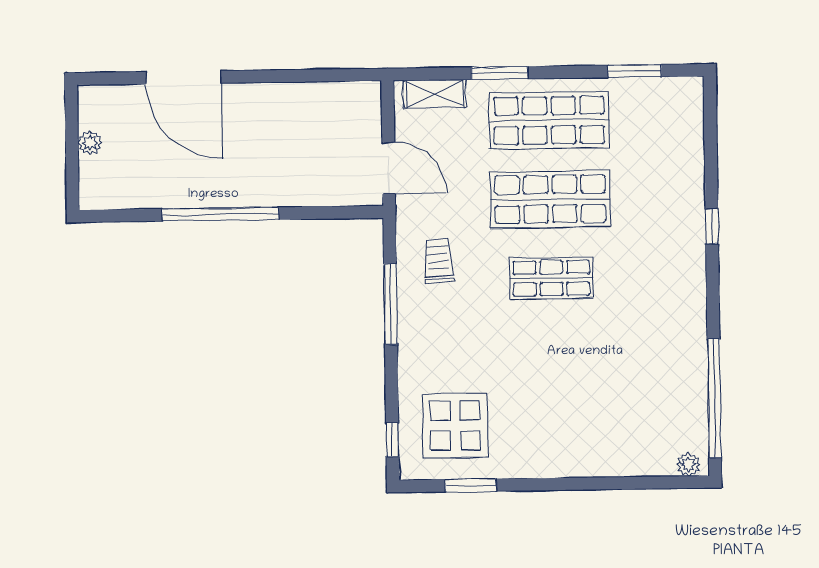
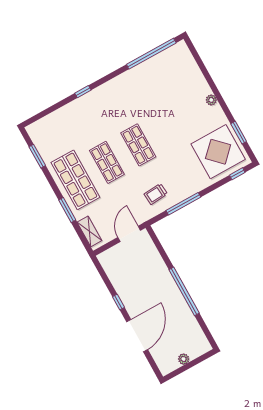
window: (268, 76) -> (118, 302), added
shop shelf: (550, 199) -> (107, 162), width x0.70, depth x0.74
display table: (455, 425) -> (218, 152), width x1.36, depth x1.36
plant: (688, 464) -> (211, 100), moved

